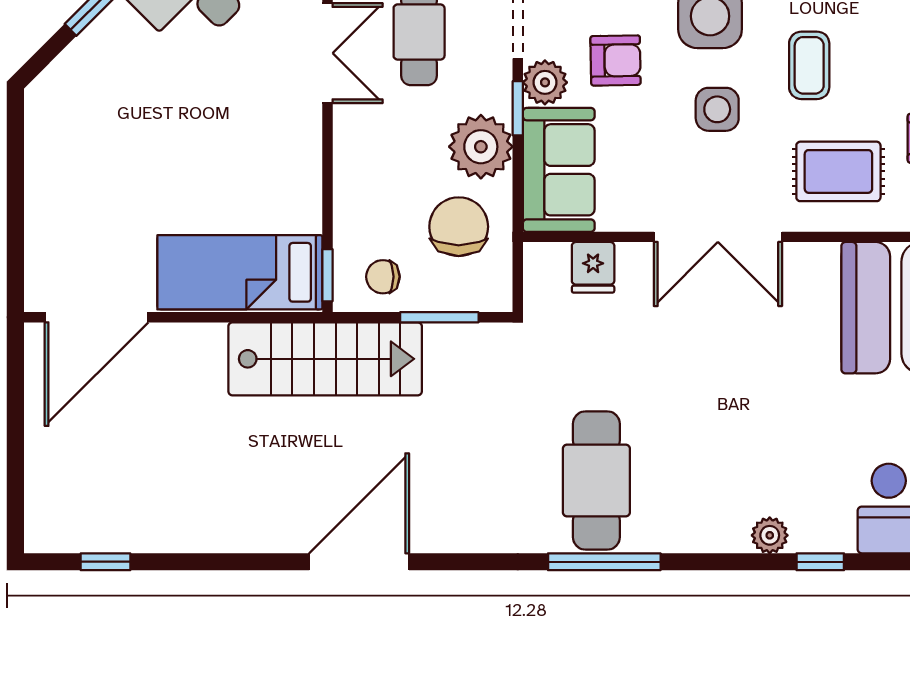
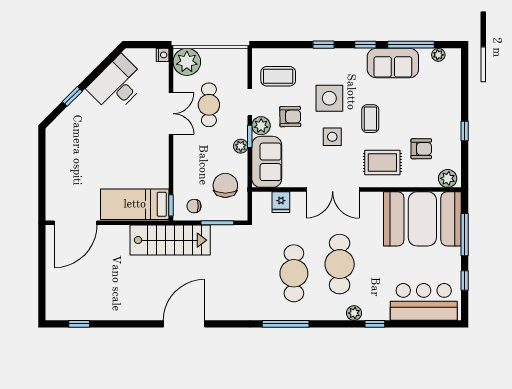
plant: (481, 147) -> (241, 146), width x0.53, depth x0.53
cafe table: (735, 417) -> (340, 264), added
cafe table: (596, 480) -> (294, 273), moved

